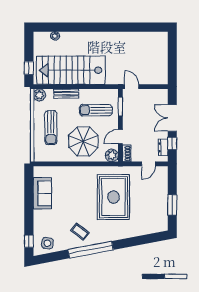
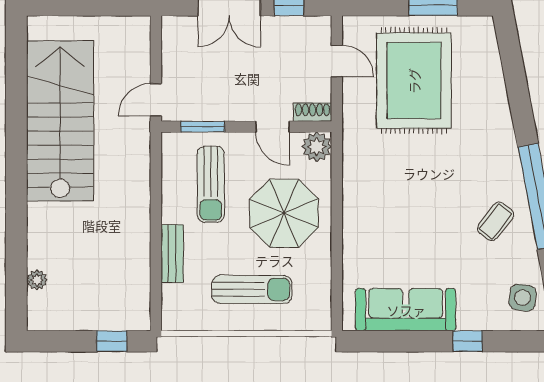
stairs: (71, 70) -> (60, 121), moved, turned 180
plant: (39, 95) -> (175, 317), removed
dresser: (163, 147) -> (298, 26), removed
sofa: (42, 193) -> (406, 310), width x1.36
rug: (113, 197) -> (414, 81), moved, turned 90
window: (29, 241) -> (468, 341), moved

